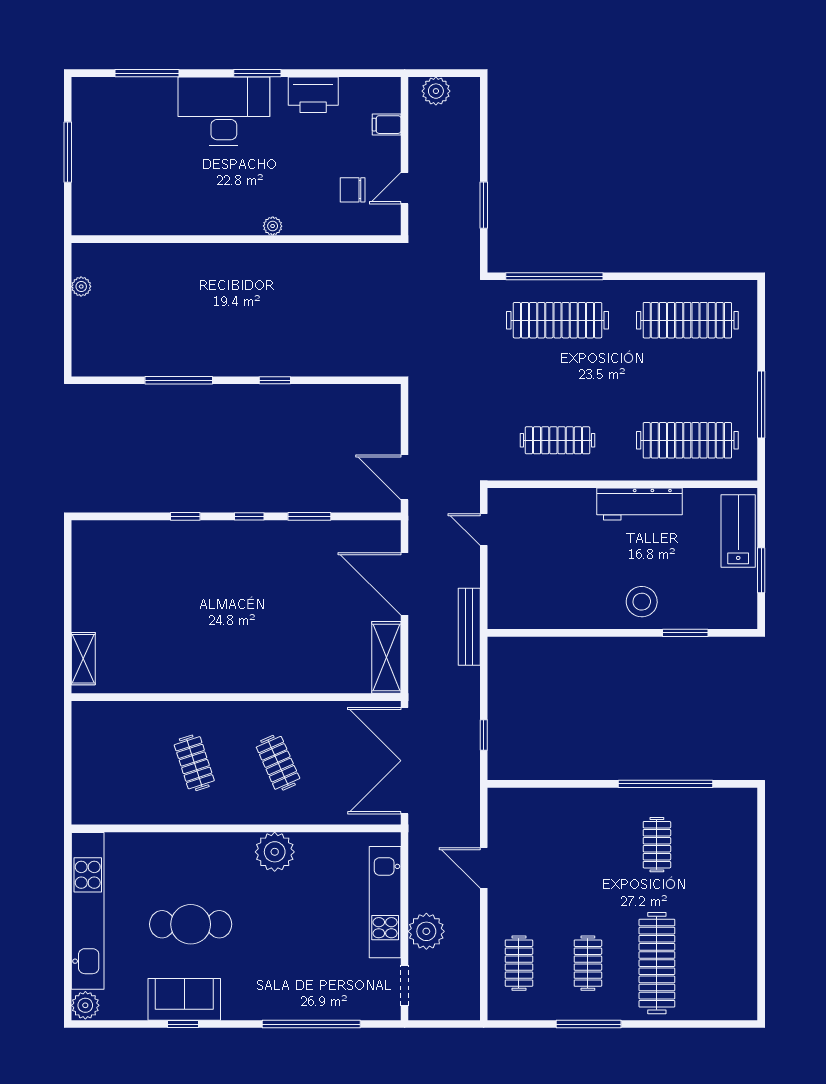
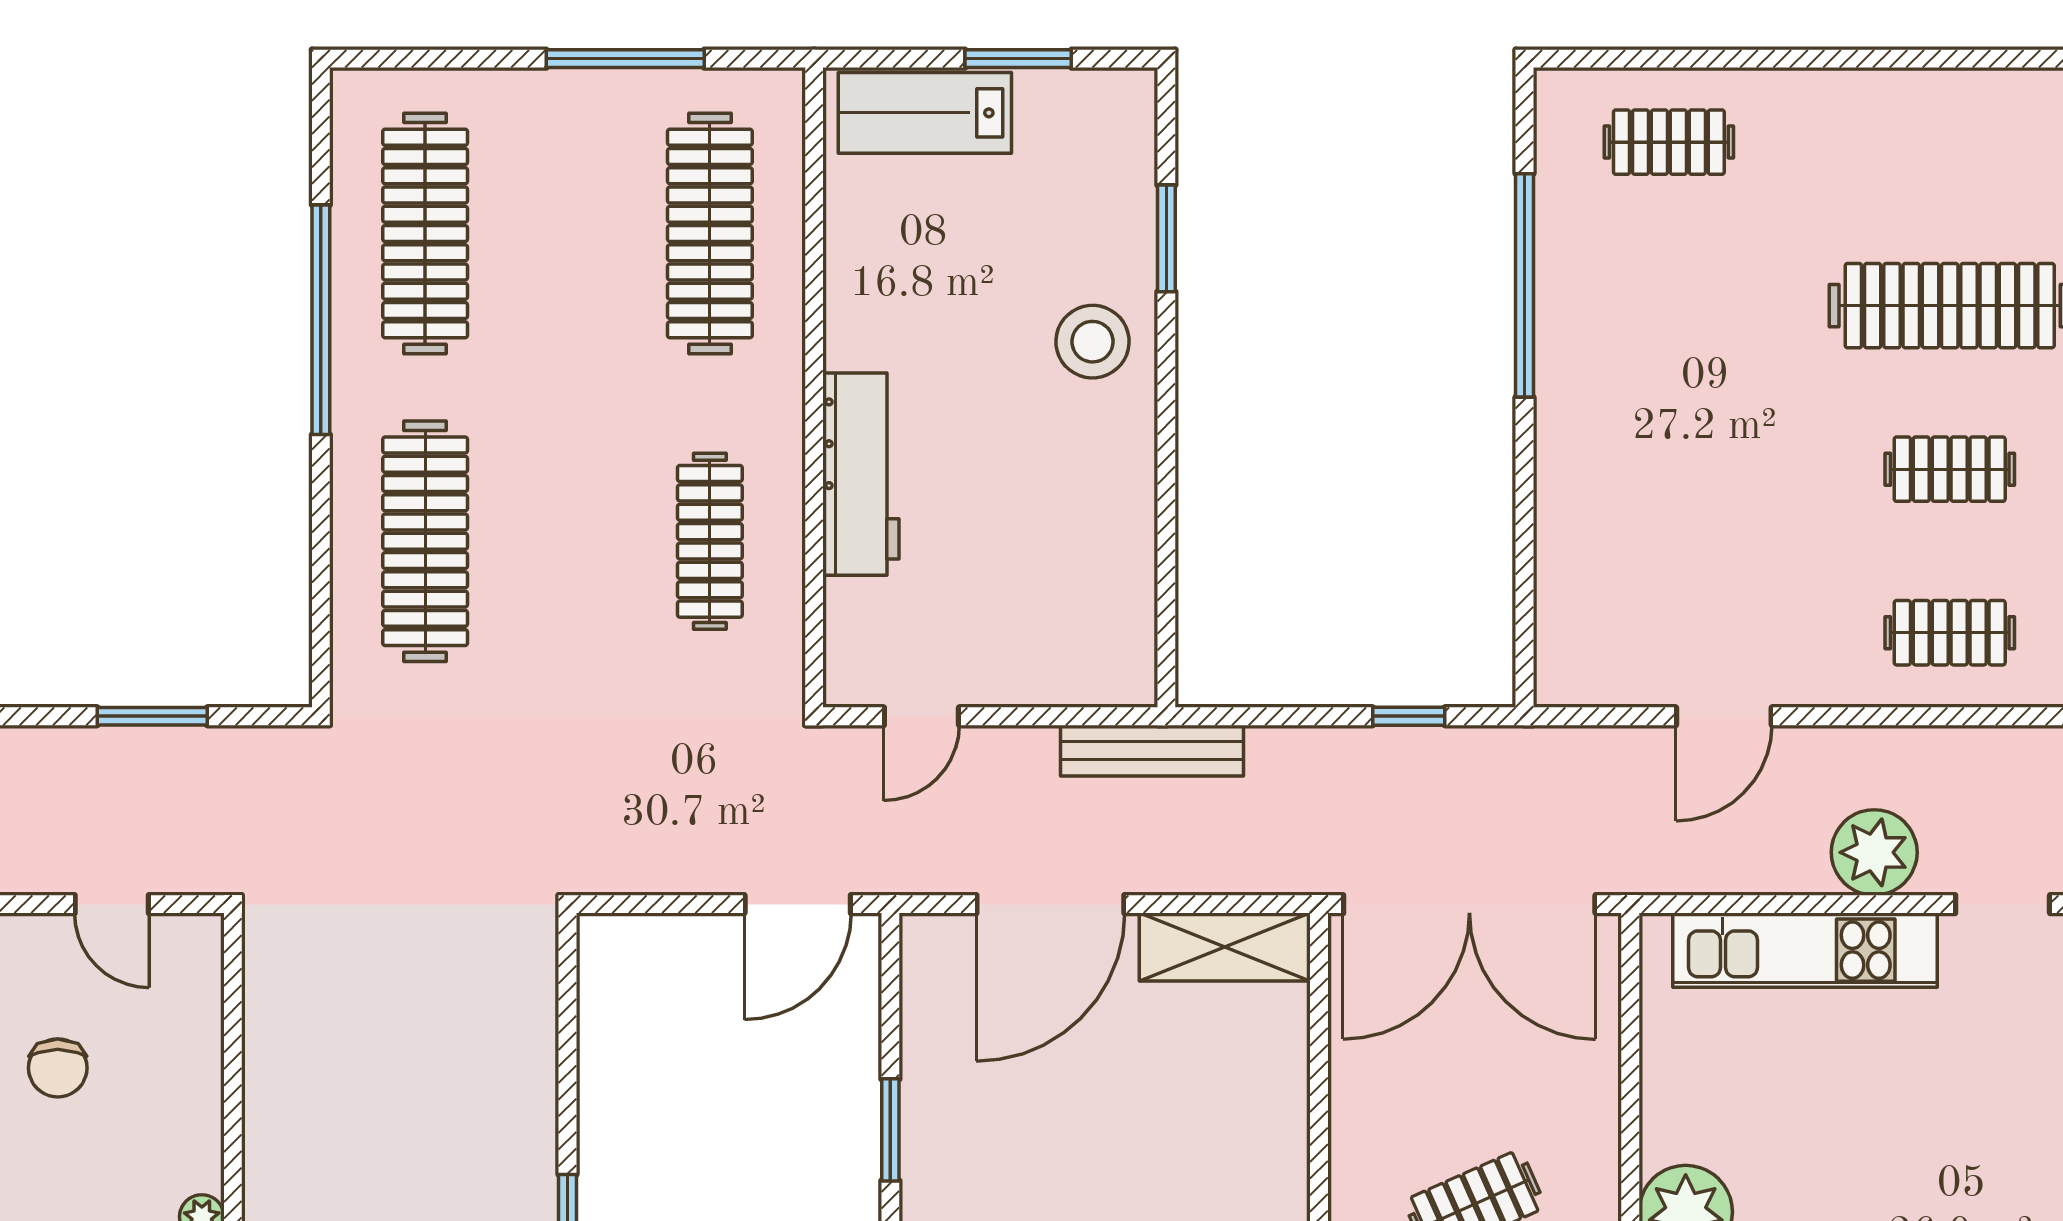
chair: (353, 190) -> (58, 1068), moved
window: (554, 276) -> (321, 320), moved
workbench: (640, 504) -> (861, 474), moved
clothes rail: (657, 845) -> (1669, 142), moved

